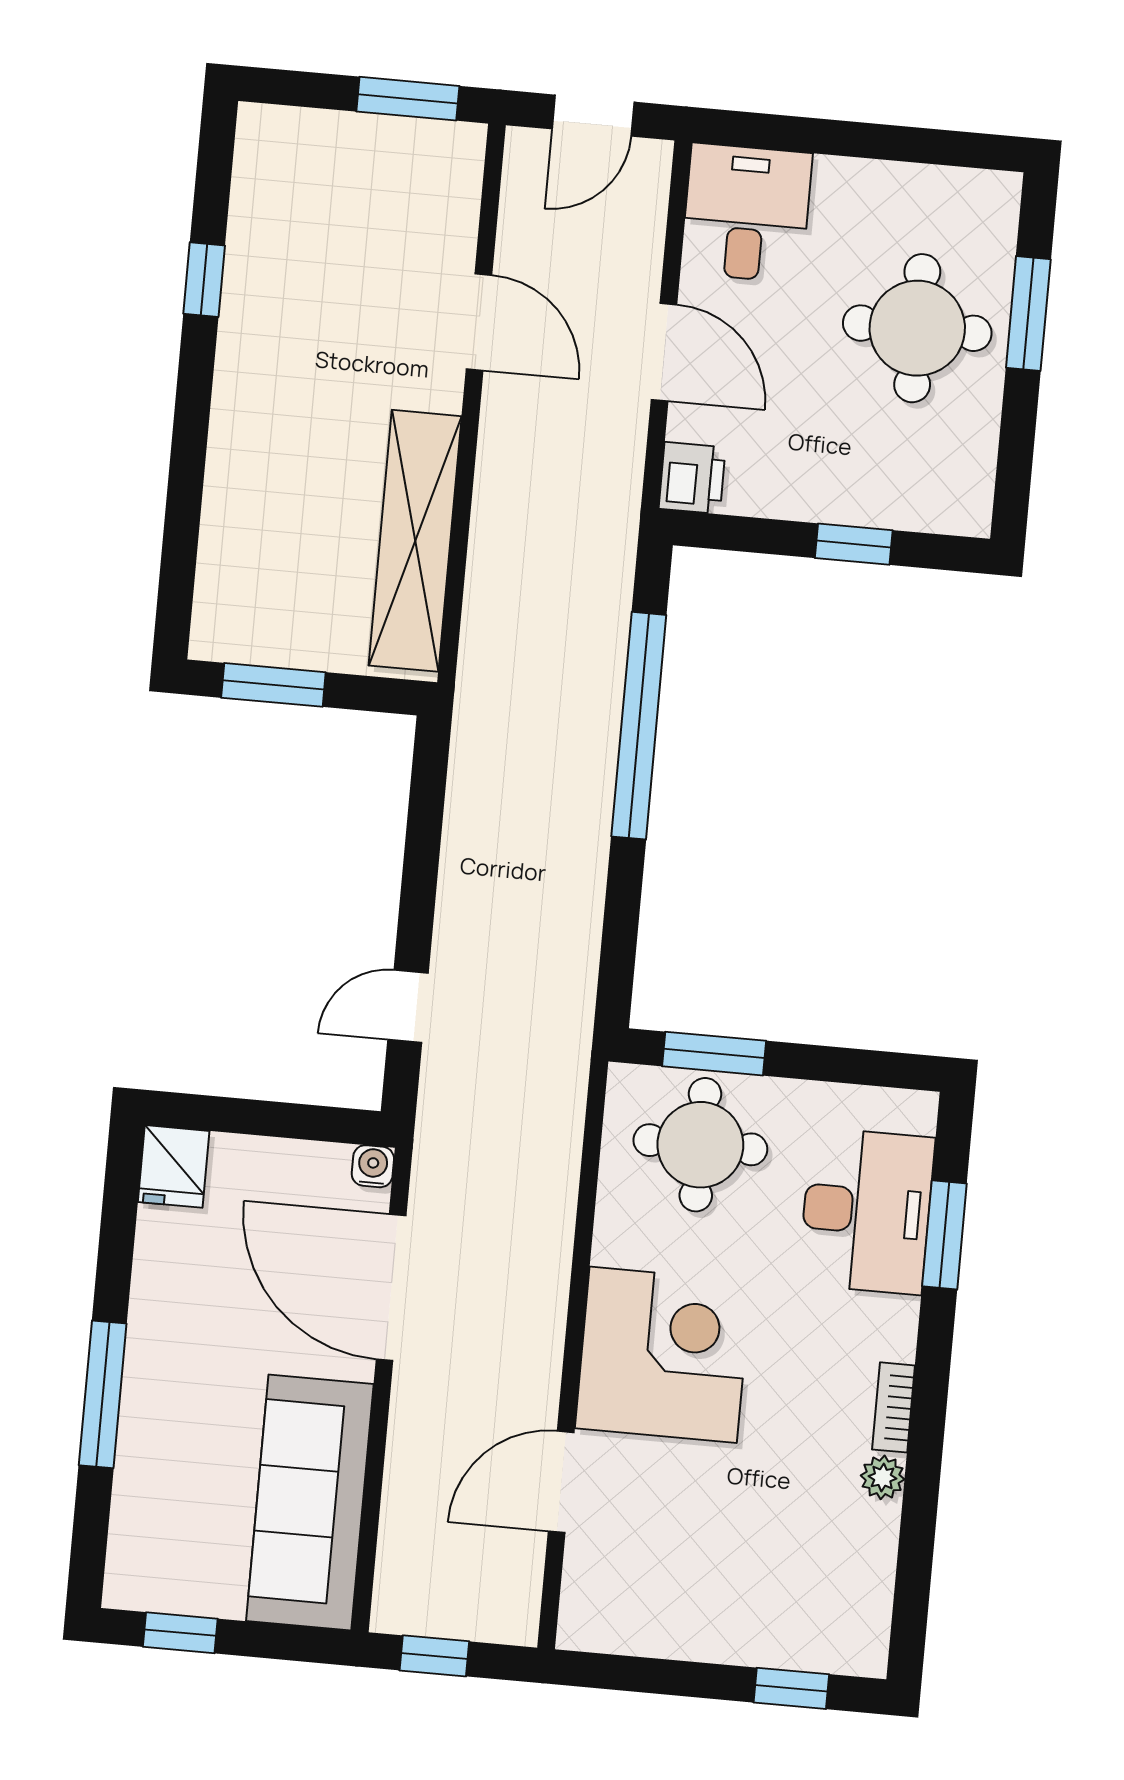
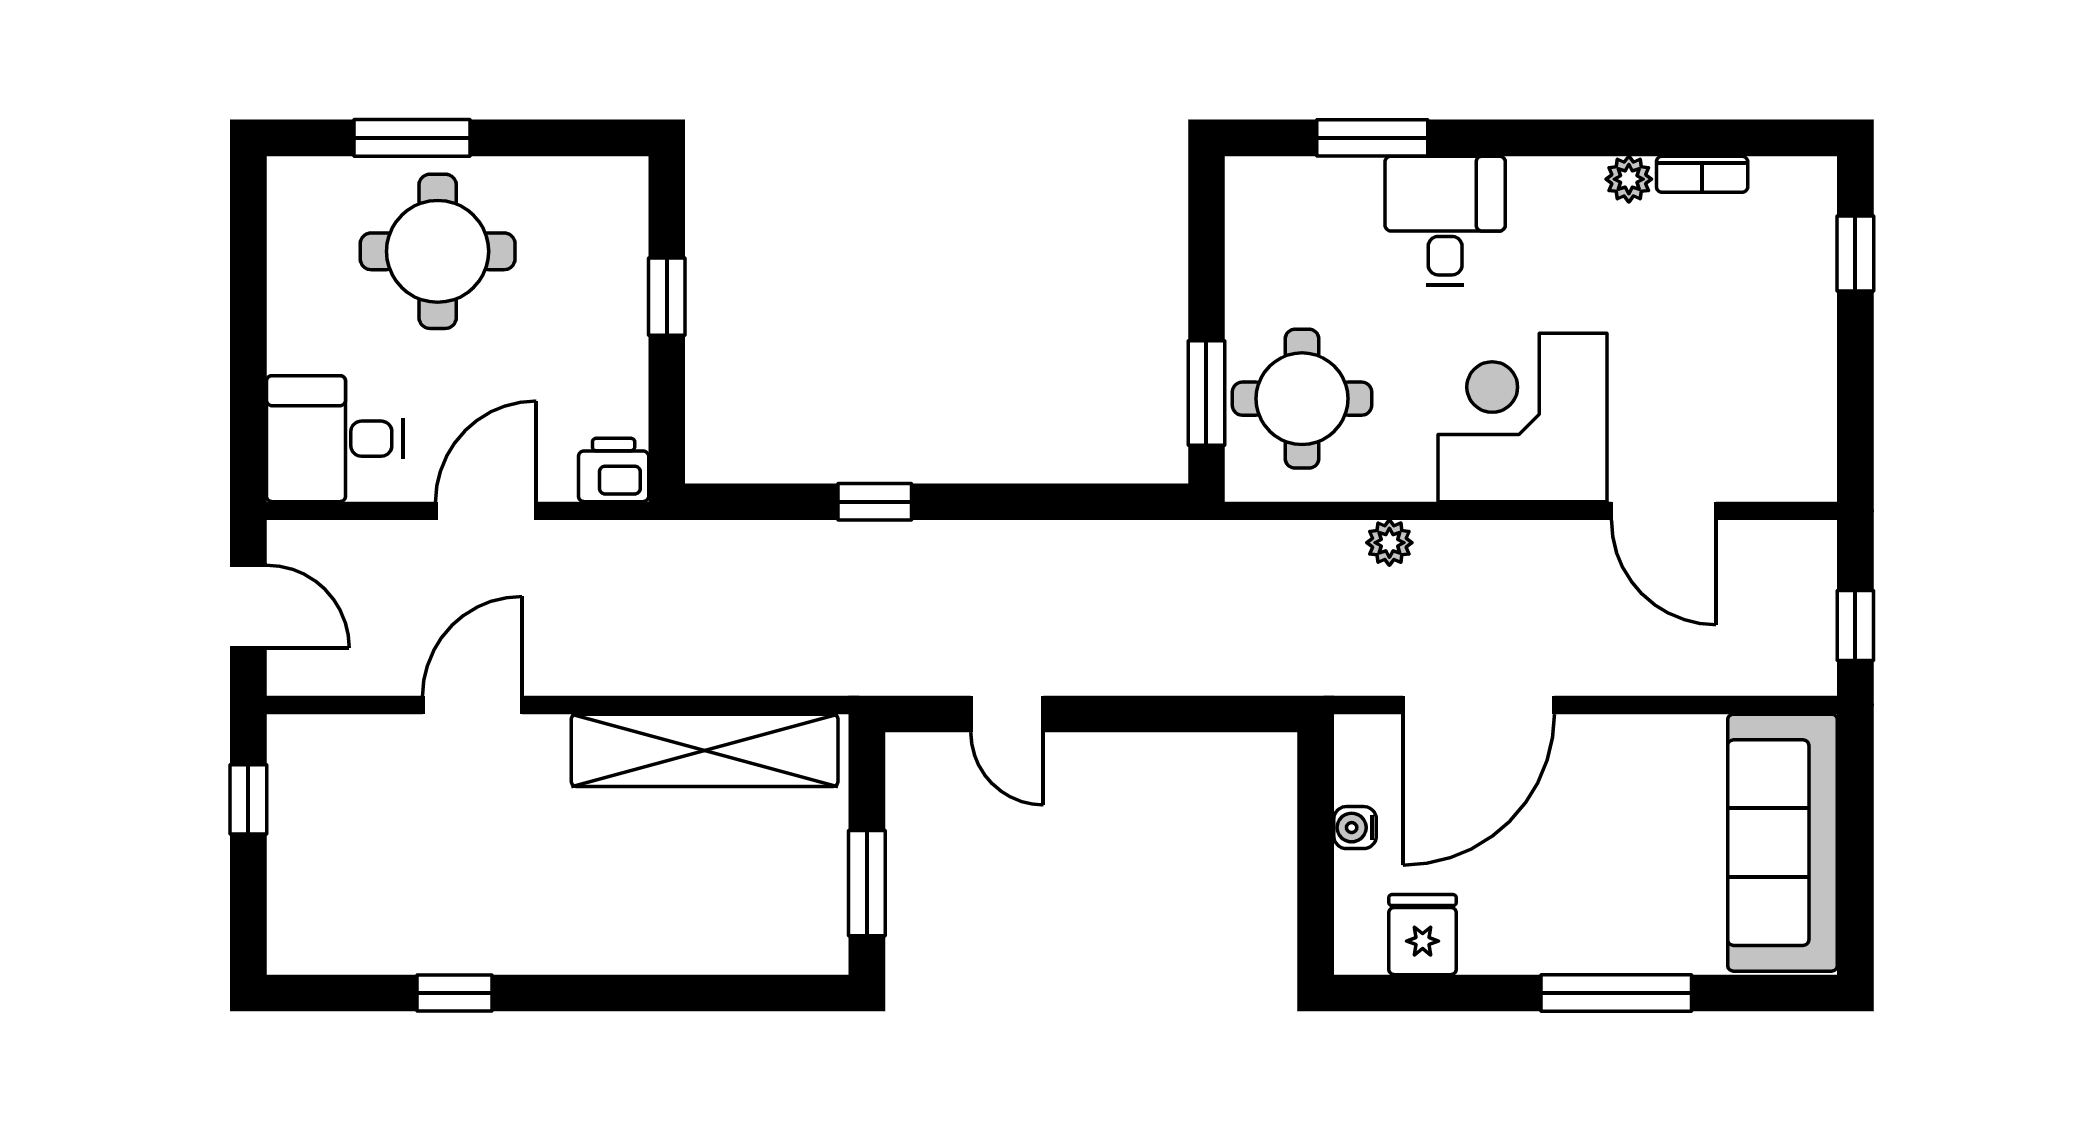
window: (408, 99) -> (248, 799), width x0.67
window: (639, 726) -> (875, 502), width x0.32
door: (408, 1006) -> (1007, 714), moved
fridge: (174, 1166) -> (1423, 935), moved, turned -90
water cooler: (373, 1166) -> (1355, 828), moved
desk: (866, 1211) -> (1445, 221), moved, width x0.73
plant: (555, 1216) -> (1389, 543), added
bookcase: (894, 1407) -> (1702, 174), moved
sofa: (310, 1503) -> (1783, 843), moved, turned 90
window: (180, 1633) -> (1855, 890), removed

